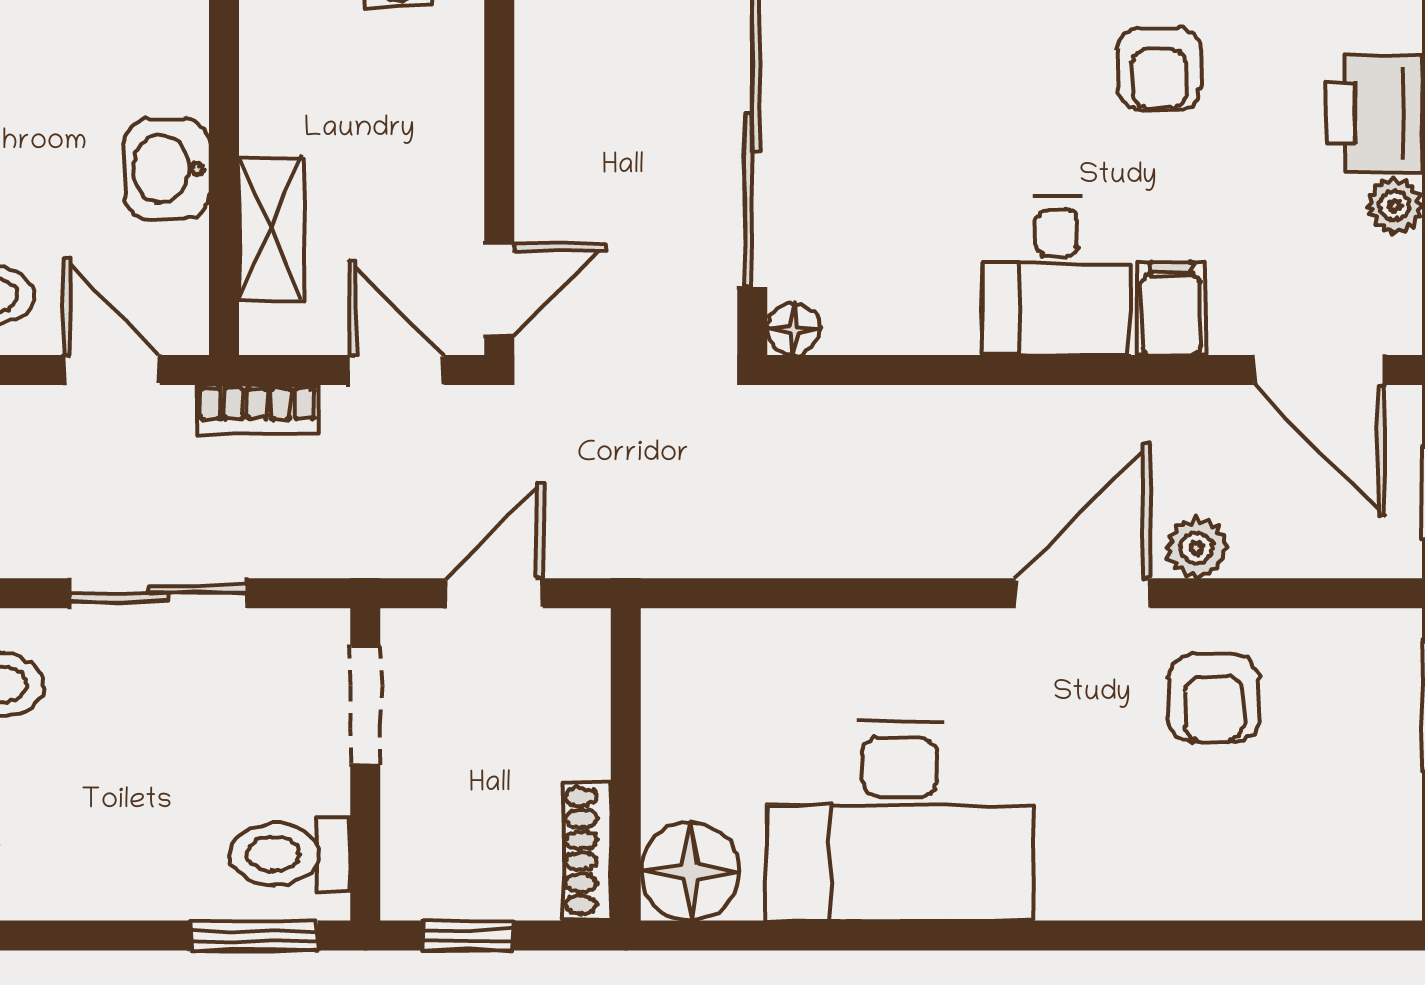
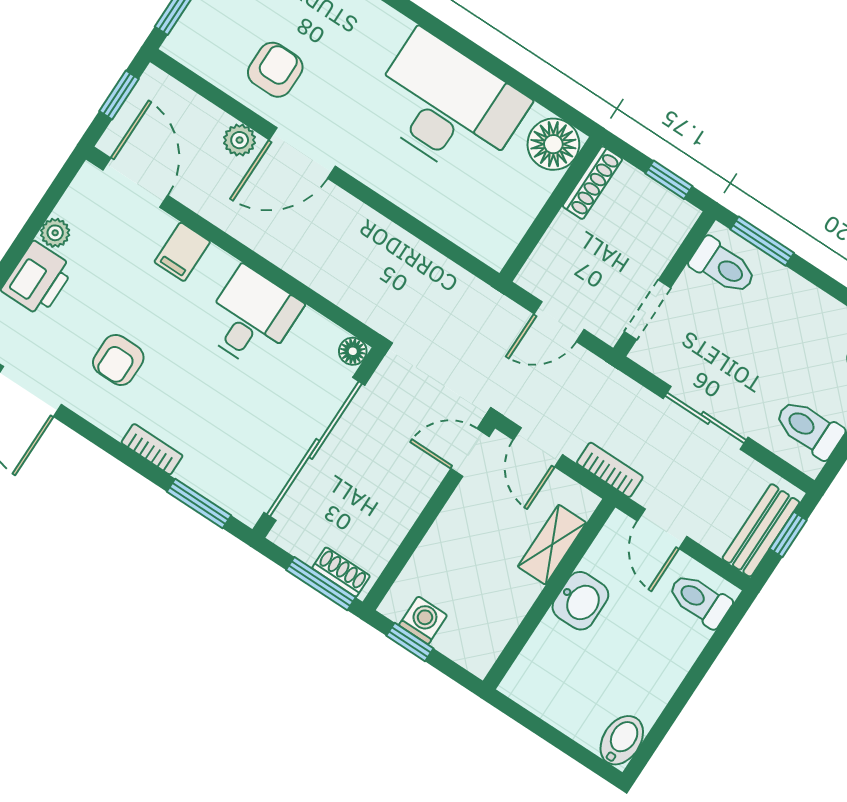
armchair: (1160, 68) -> (118, 360), turned 180
desk: (1057, 276) -> (251, 318), moved

